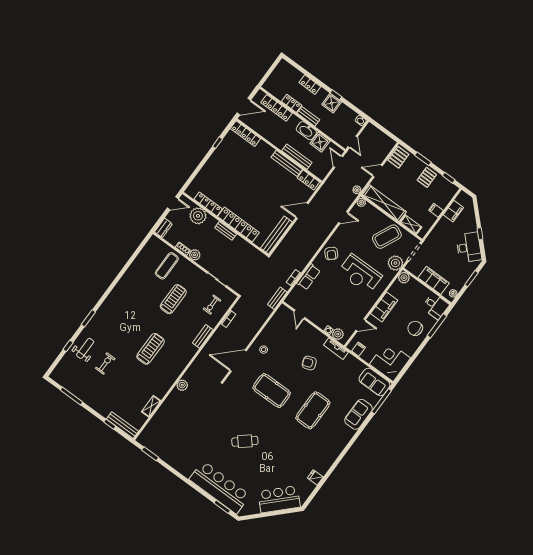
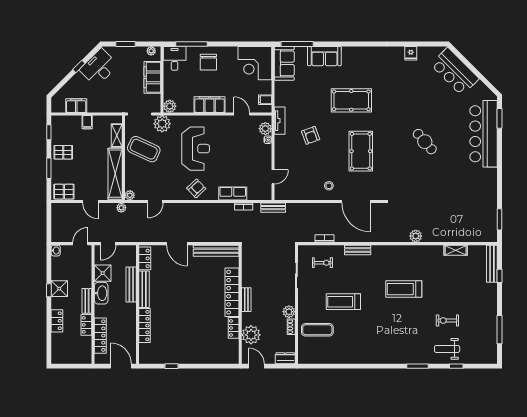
locker: (245, 134) -> (145, 326), moved
locker: (208, 204) -> (234, 328), width x0.66
door: (343, 217) -> (155, 202), swing flipped

